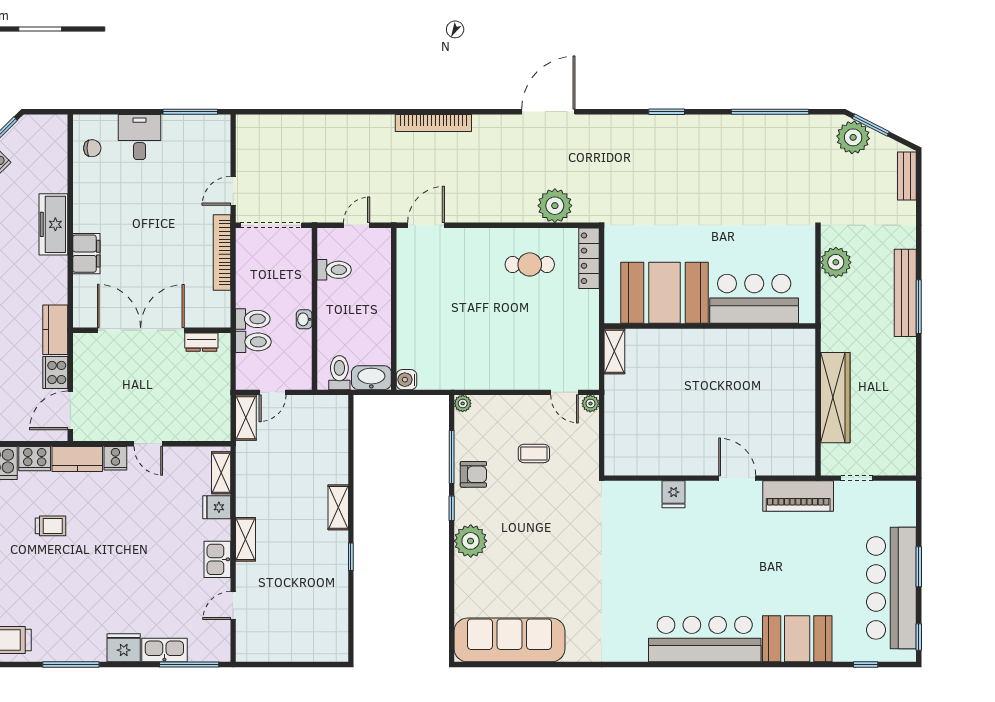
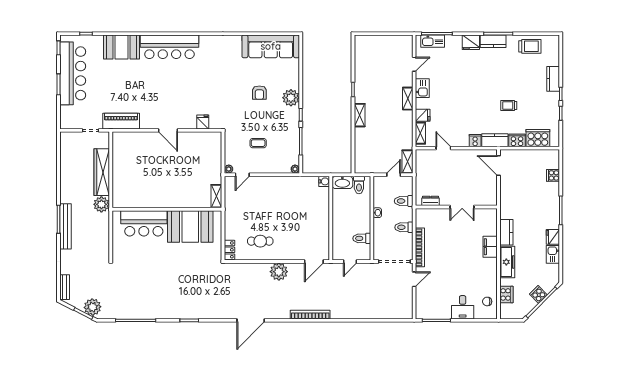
plant: (555, 206) -> (279, 272), moved
locker: (589, 258) -> (229, 250), width x0.66
plant: (836, 262) -> (101, 204), moved
toilet: (253, 319) -> (404, 227), moved
kitchen counter: (55, 330) -> (506, 232), moved
double door: (141, 330) -> (462, 207), width x0.54
cooker: (55, 372) -> (506, 294), moved
door: (564, 392) -> (242, 175), swing flipped
door: (70, 410) -> (499, 165), swing flipped
door: (148, 444) -> (443, 148), moved
armchair: (473, 474) -> (259, 93), moved, turned -90
door: (737, 478) -> (168, 130), moved
fridge: (674, 494) -> (203, 122), moved
kitchen counter: (81, 650) -> (493, 41), added
kitchen sink: (164, 650) -> (433, 41), moved

